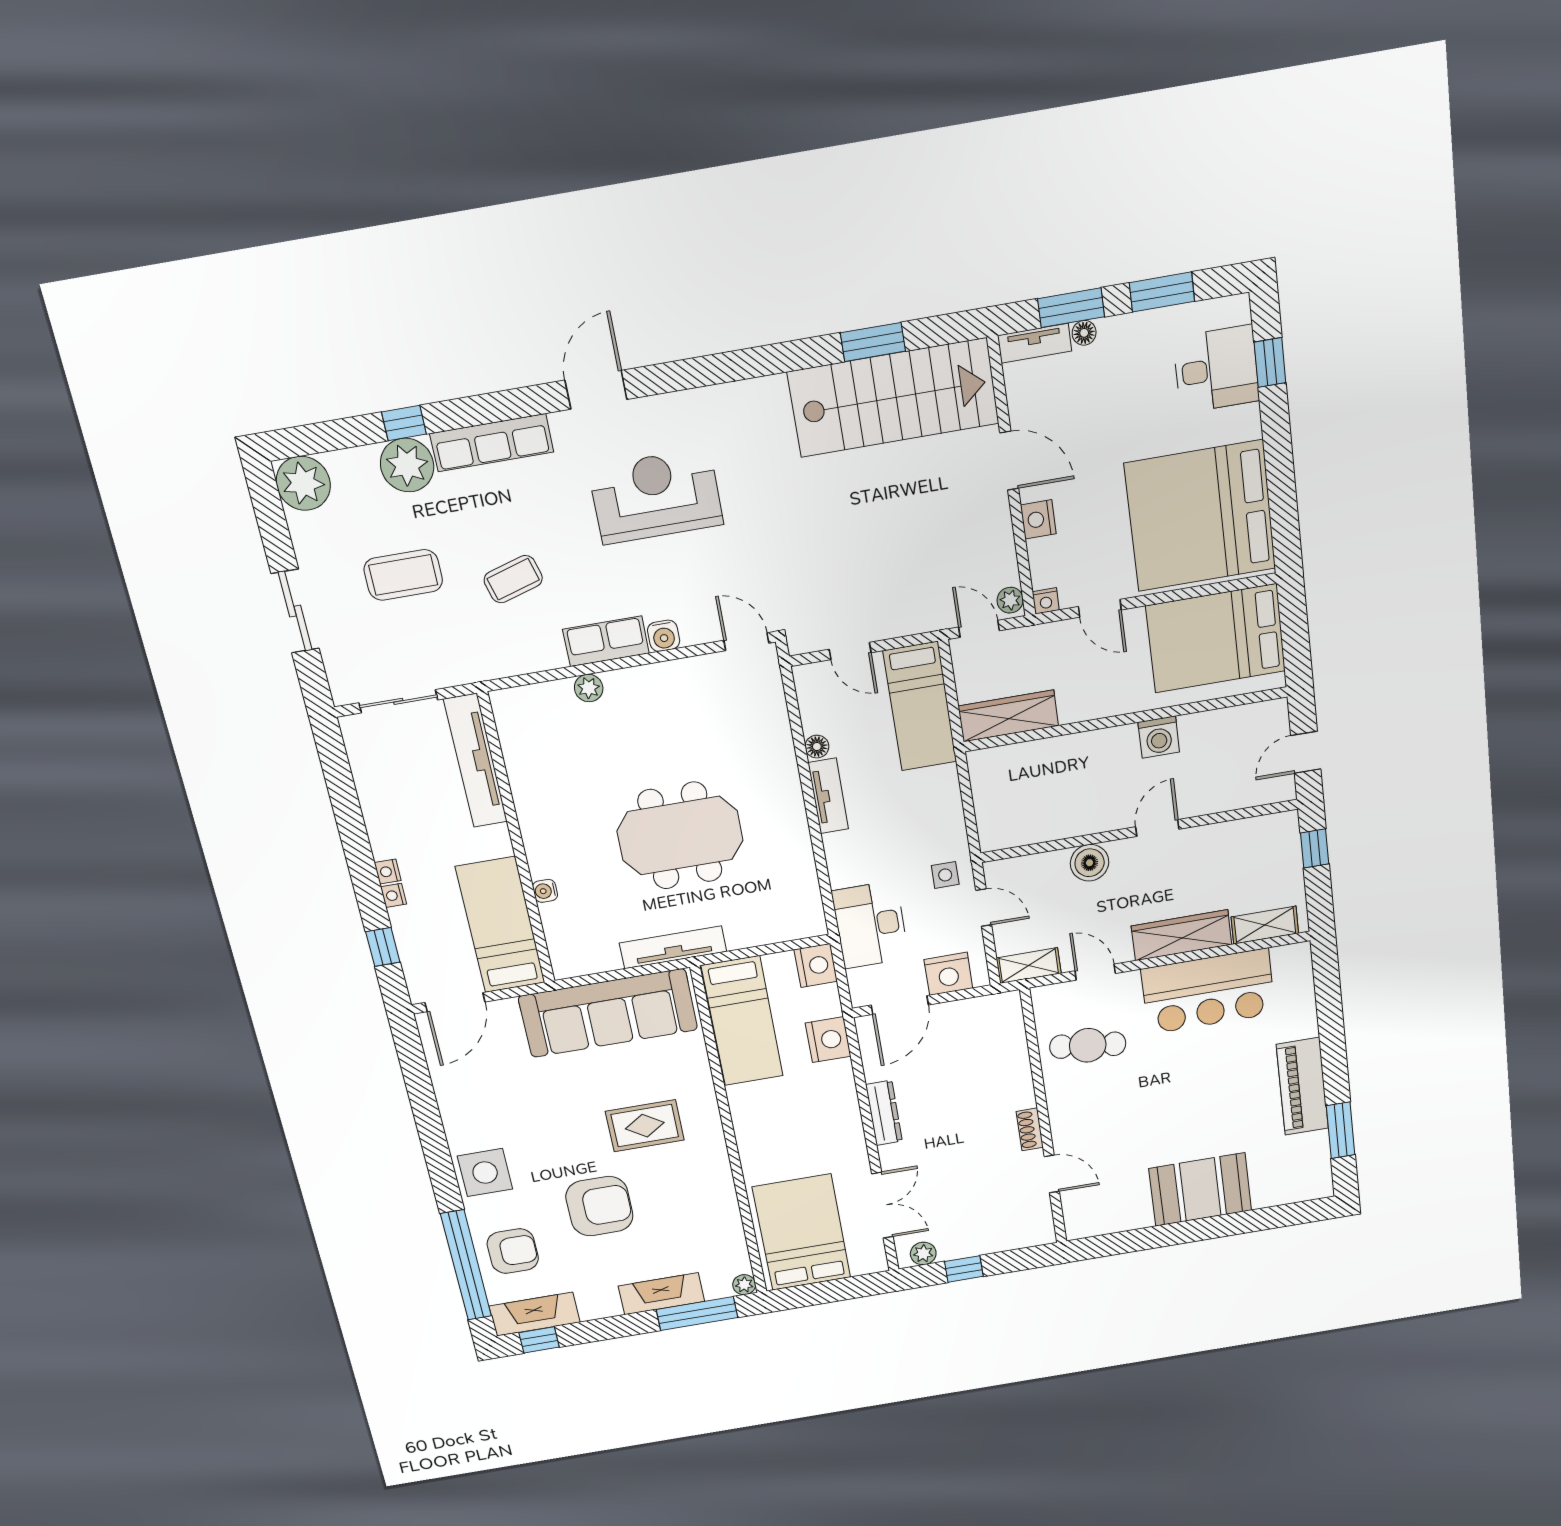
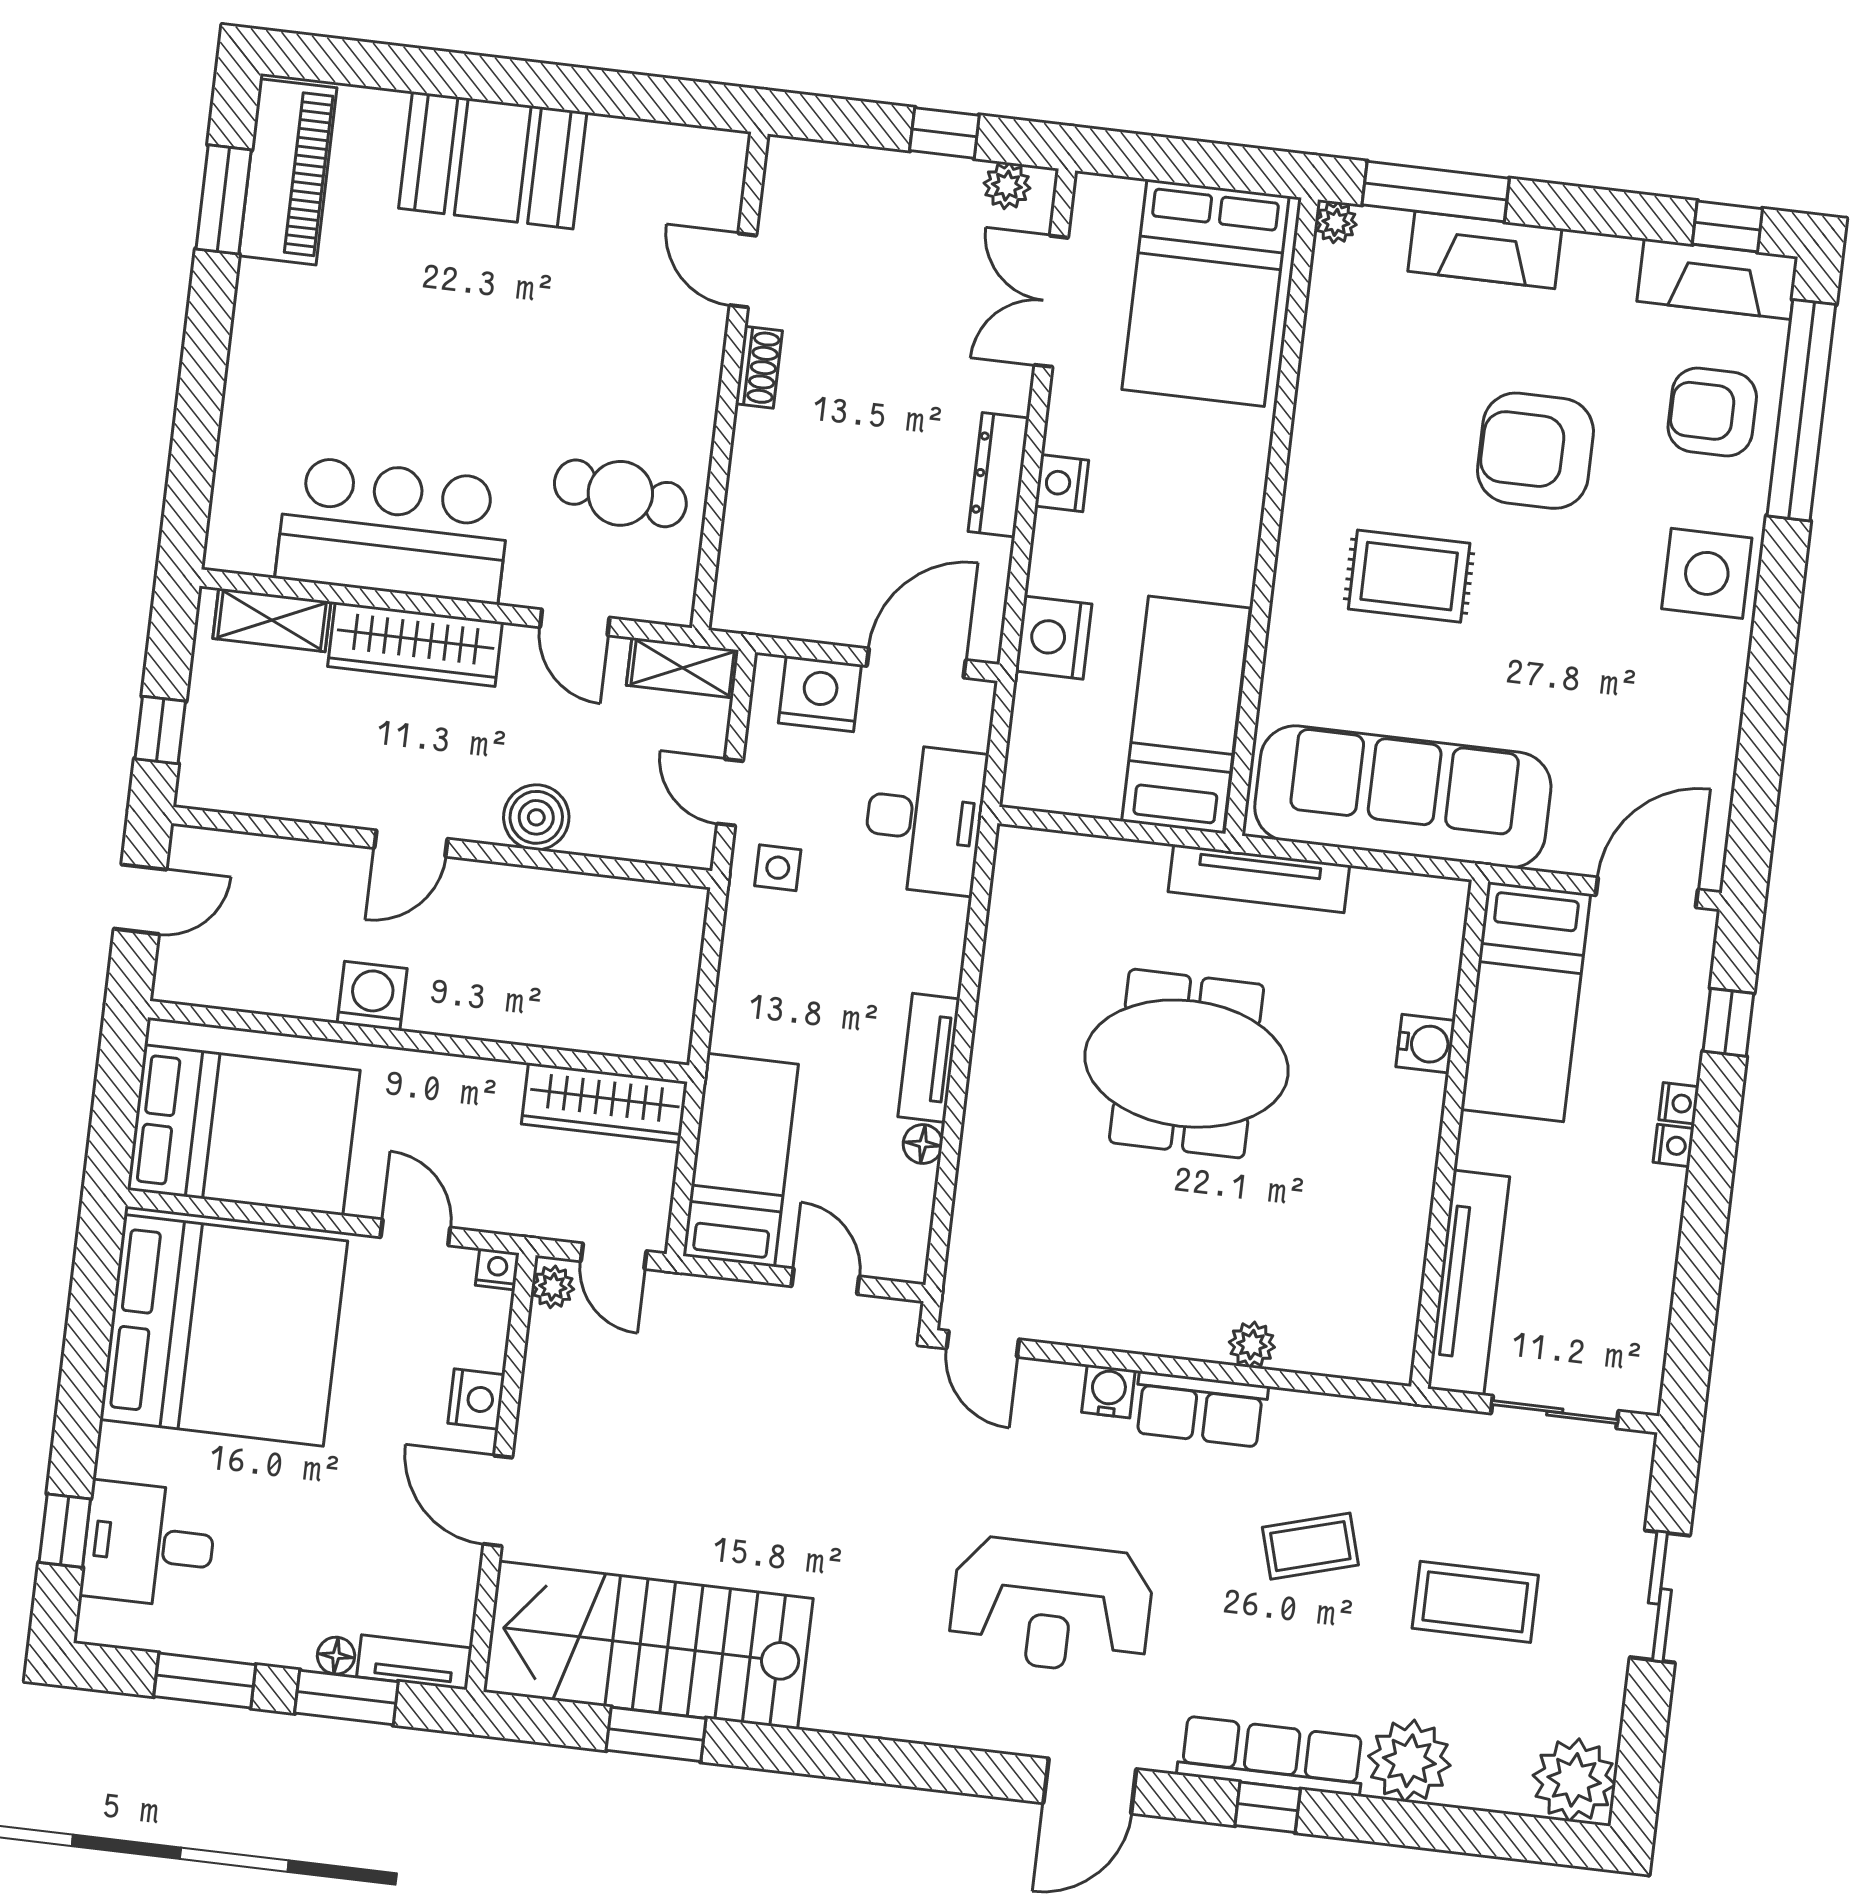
window: (404, 423) -> (1268, 1807), moved
water cooler: (545, 891) -> (1425, 1044), width x1.38, depth x1.38
nightstand: (816, 965) -> (1062, 483), moved, width x0.74, depth x0.75
piano: (1302, 1086) -> (288, 172), moved

